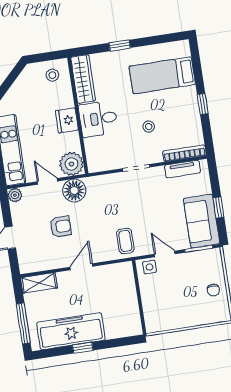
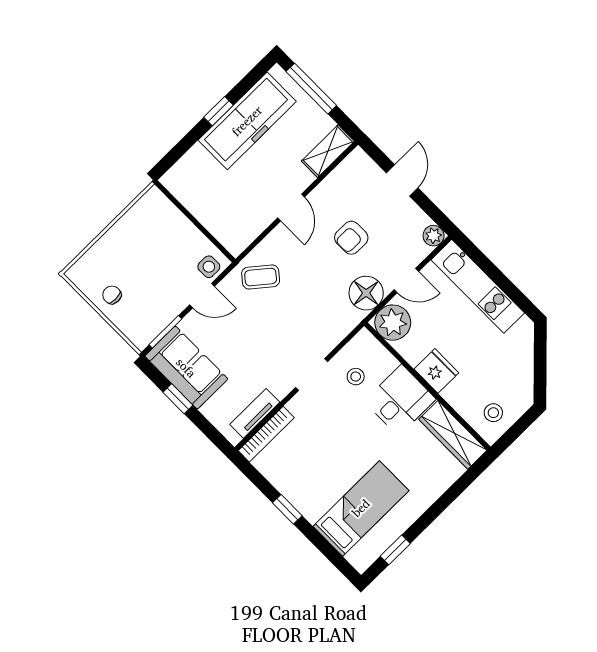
window: (120, 45) -> (395, 550), moved
stool: (149, 127) -> (356, 377), moved
coffee table: (125, 241) -> (261, 277), turned -51

